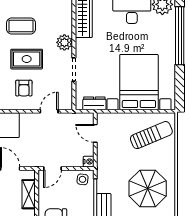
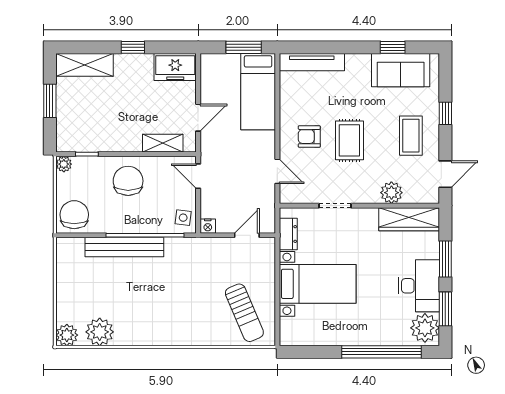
coffee table: (21, 26) -> (411, 136), moved
plant: (64, 42) -> (391, 193), moved
bed with nightstands: (139, 82) -> (318, 284), width x0.73
parasol: (148, 188) -> (171, 308), removed

